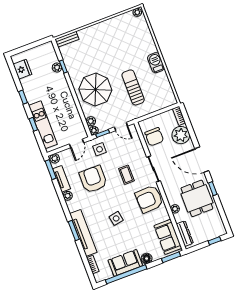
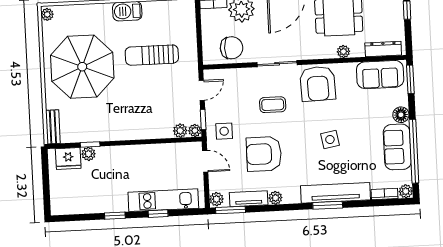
fridge: (22, 69) -> (68, 158), moved, turned 180
parasol: (95, 89) -> (82, 67), moved, width x1.36, depth x1.36
plant: (99, 277) -> (406, 191), added

